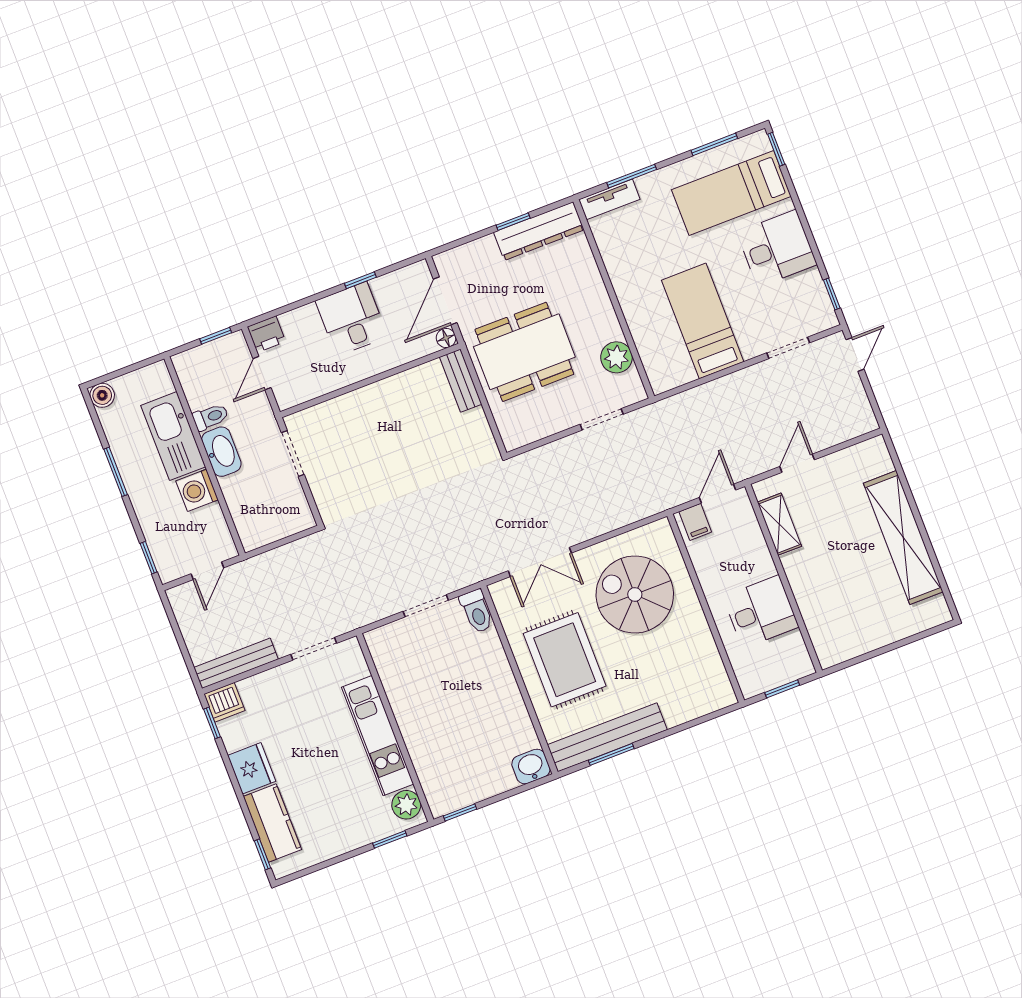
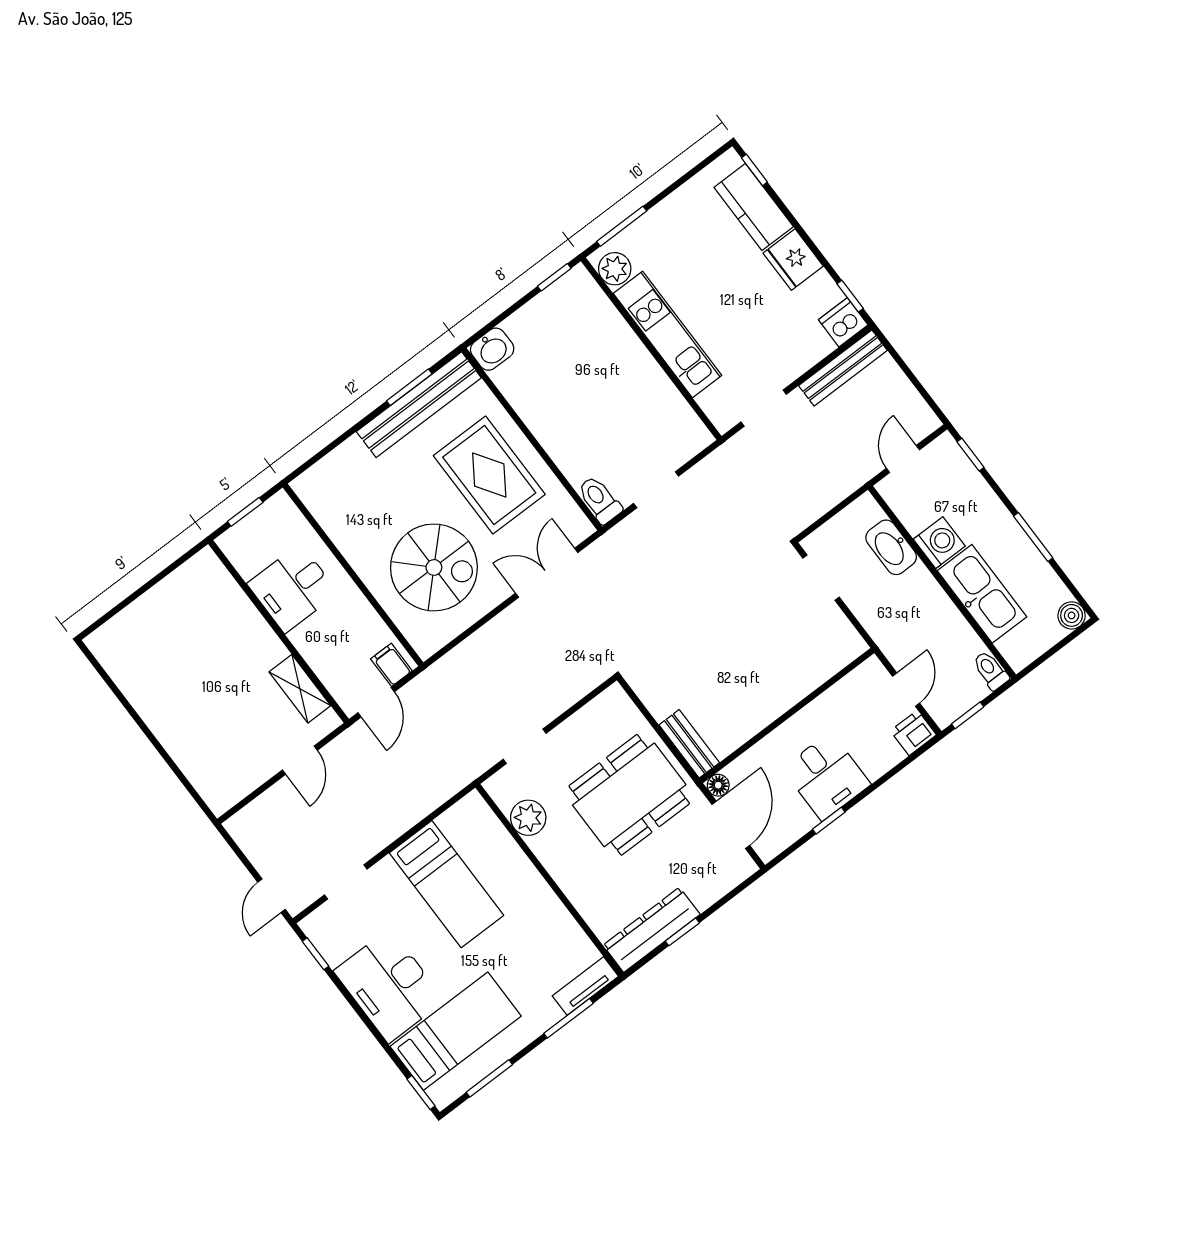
desk: (777, 248) -> (389, 986), width x1.37
toilet: (211, 417) -> (991, 670), moved, turned 90
washbasin: (221, 452) -> (891, 547), moved
doorway: (293, 454) -> (821, 578), moved
shelving: (903, 538) -> (162, 713), removed
window: (390, 839) -> (622, 226), width x1.50

